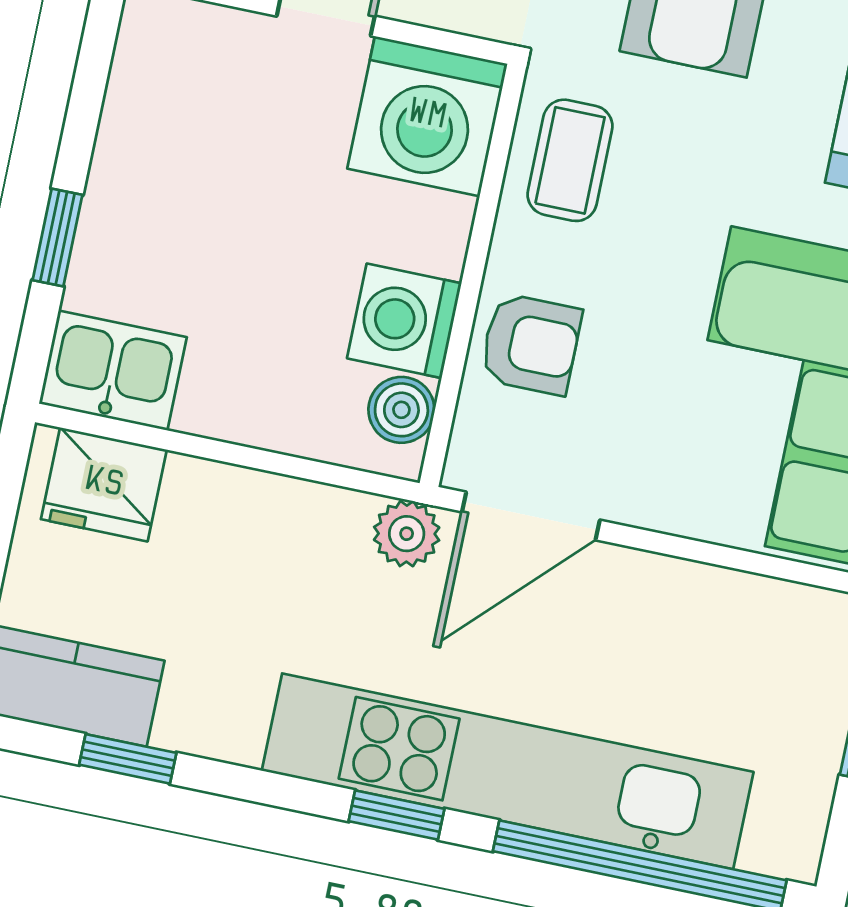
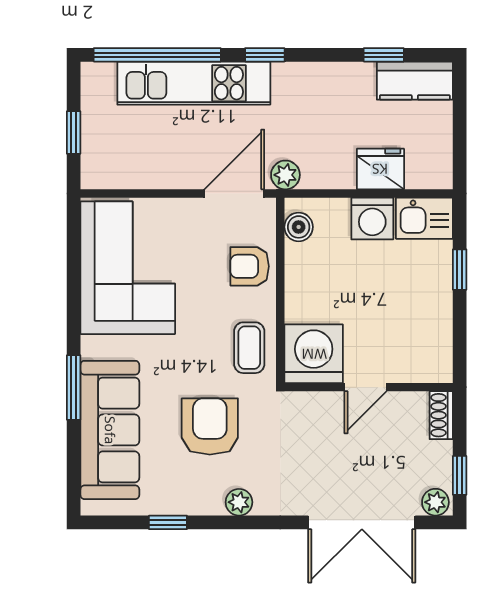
washing machine: (404, 321) -> (372, 219), moved, turned 90
fridge: (104, 484) -> (380, 169), moved
kitchen unit: (508, 771) -> (194, 83), width x0.73

